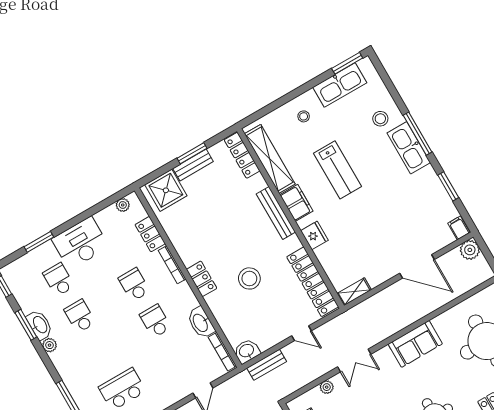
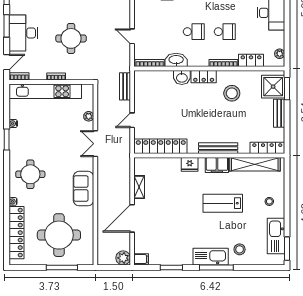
window: (192, 153) -> (287, 89), moved
stool: (249, 278) -> (232, 93), moved
shelving: (354, 292) -> (139, 187), moved
washbasin: (247, 351) -> (182, 77), moved, turned 90

